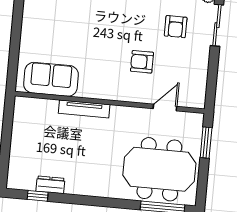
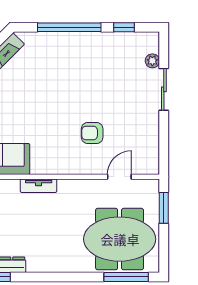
armchair: (176, 27) -> (123, 95), removed
tv unit: (84, 109) -> (39, 186), width x0.71

